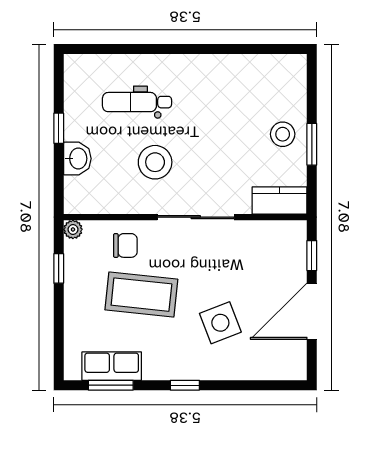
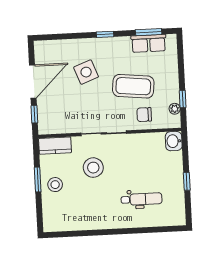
washbasin: (77, 159) -> (174, 141), moved
stool: (155, 162) -> (93, 168), moved
plant: (73, 229) -> (175, 109), moved

